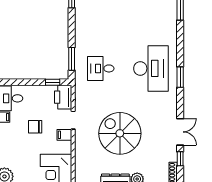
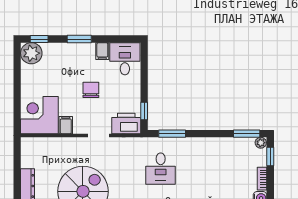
desk: (101, 68) -> (161, 169), turned 180
filing cabinet: (64, 135) -> (66, 125), moved

